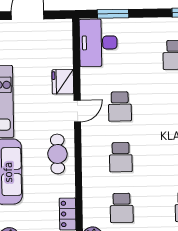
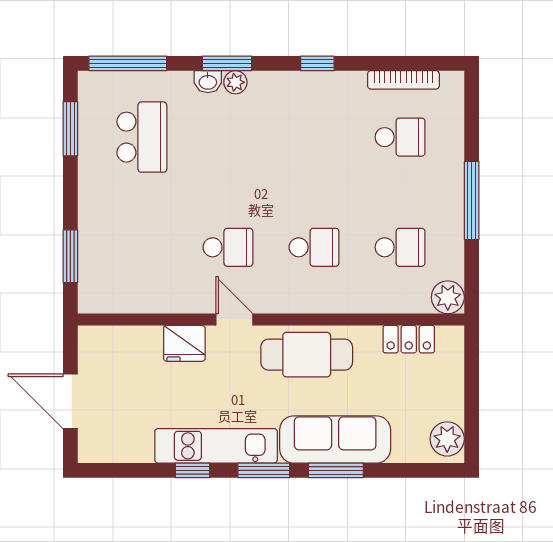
desk: (98, 43) -> (119, 282), removed
cafe table: (57, 154) -> (307, 355), width x1.37, depth x1.35

